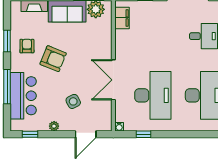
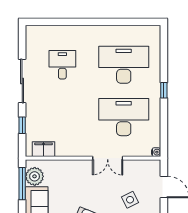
double door: (113, 80) -> (108, 158), width x0.73
window: (144, 134) -> (164, 90), moved

